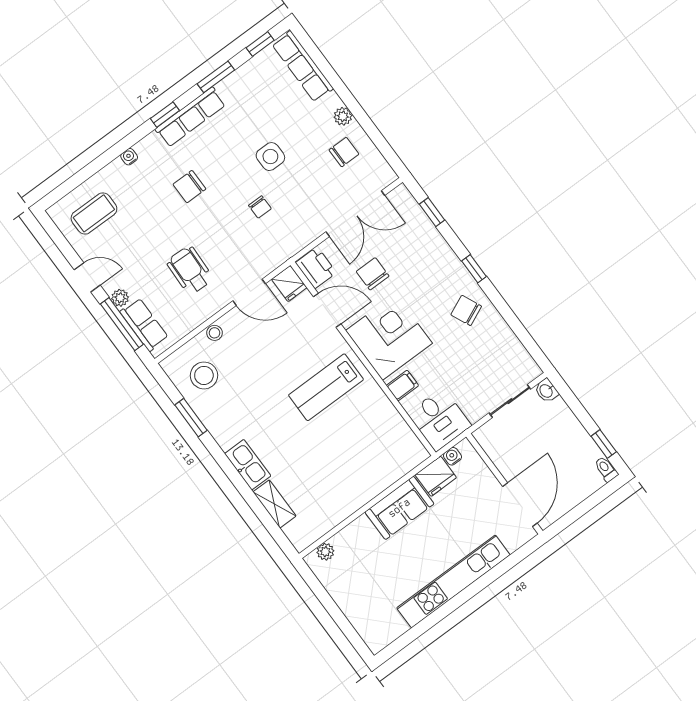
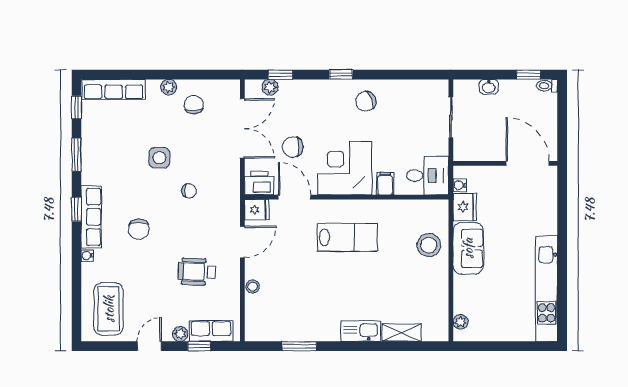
row of seats: (190, 117) -> (91, 217), moved
plant: (413, 211) -> (270, 87), added
coffee table: (94, 213) -> (109, 309), width x1.36, depth x1.32
door: (327, 310) -> (295, 197), hinge flipped
window: (122, 324) -> (199, 346), width x0.46
stool: (204, 375) -> (429, 245), moved
lab bench: (326, 387) -> (347, 237), turned -90
washbasin: (546, 391) -> (489, 87), moved
kitchen unit: (453, 581) -> (547, 289), moved

